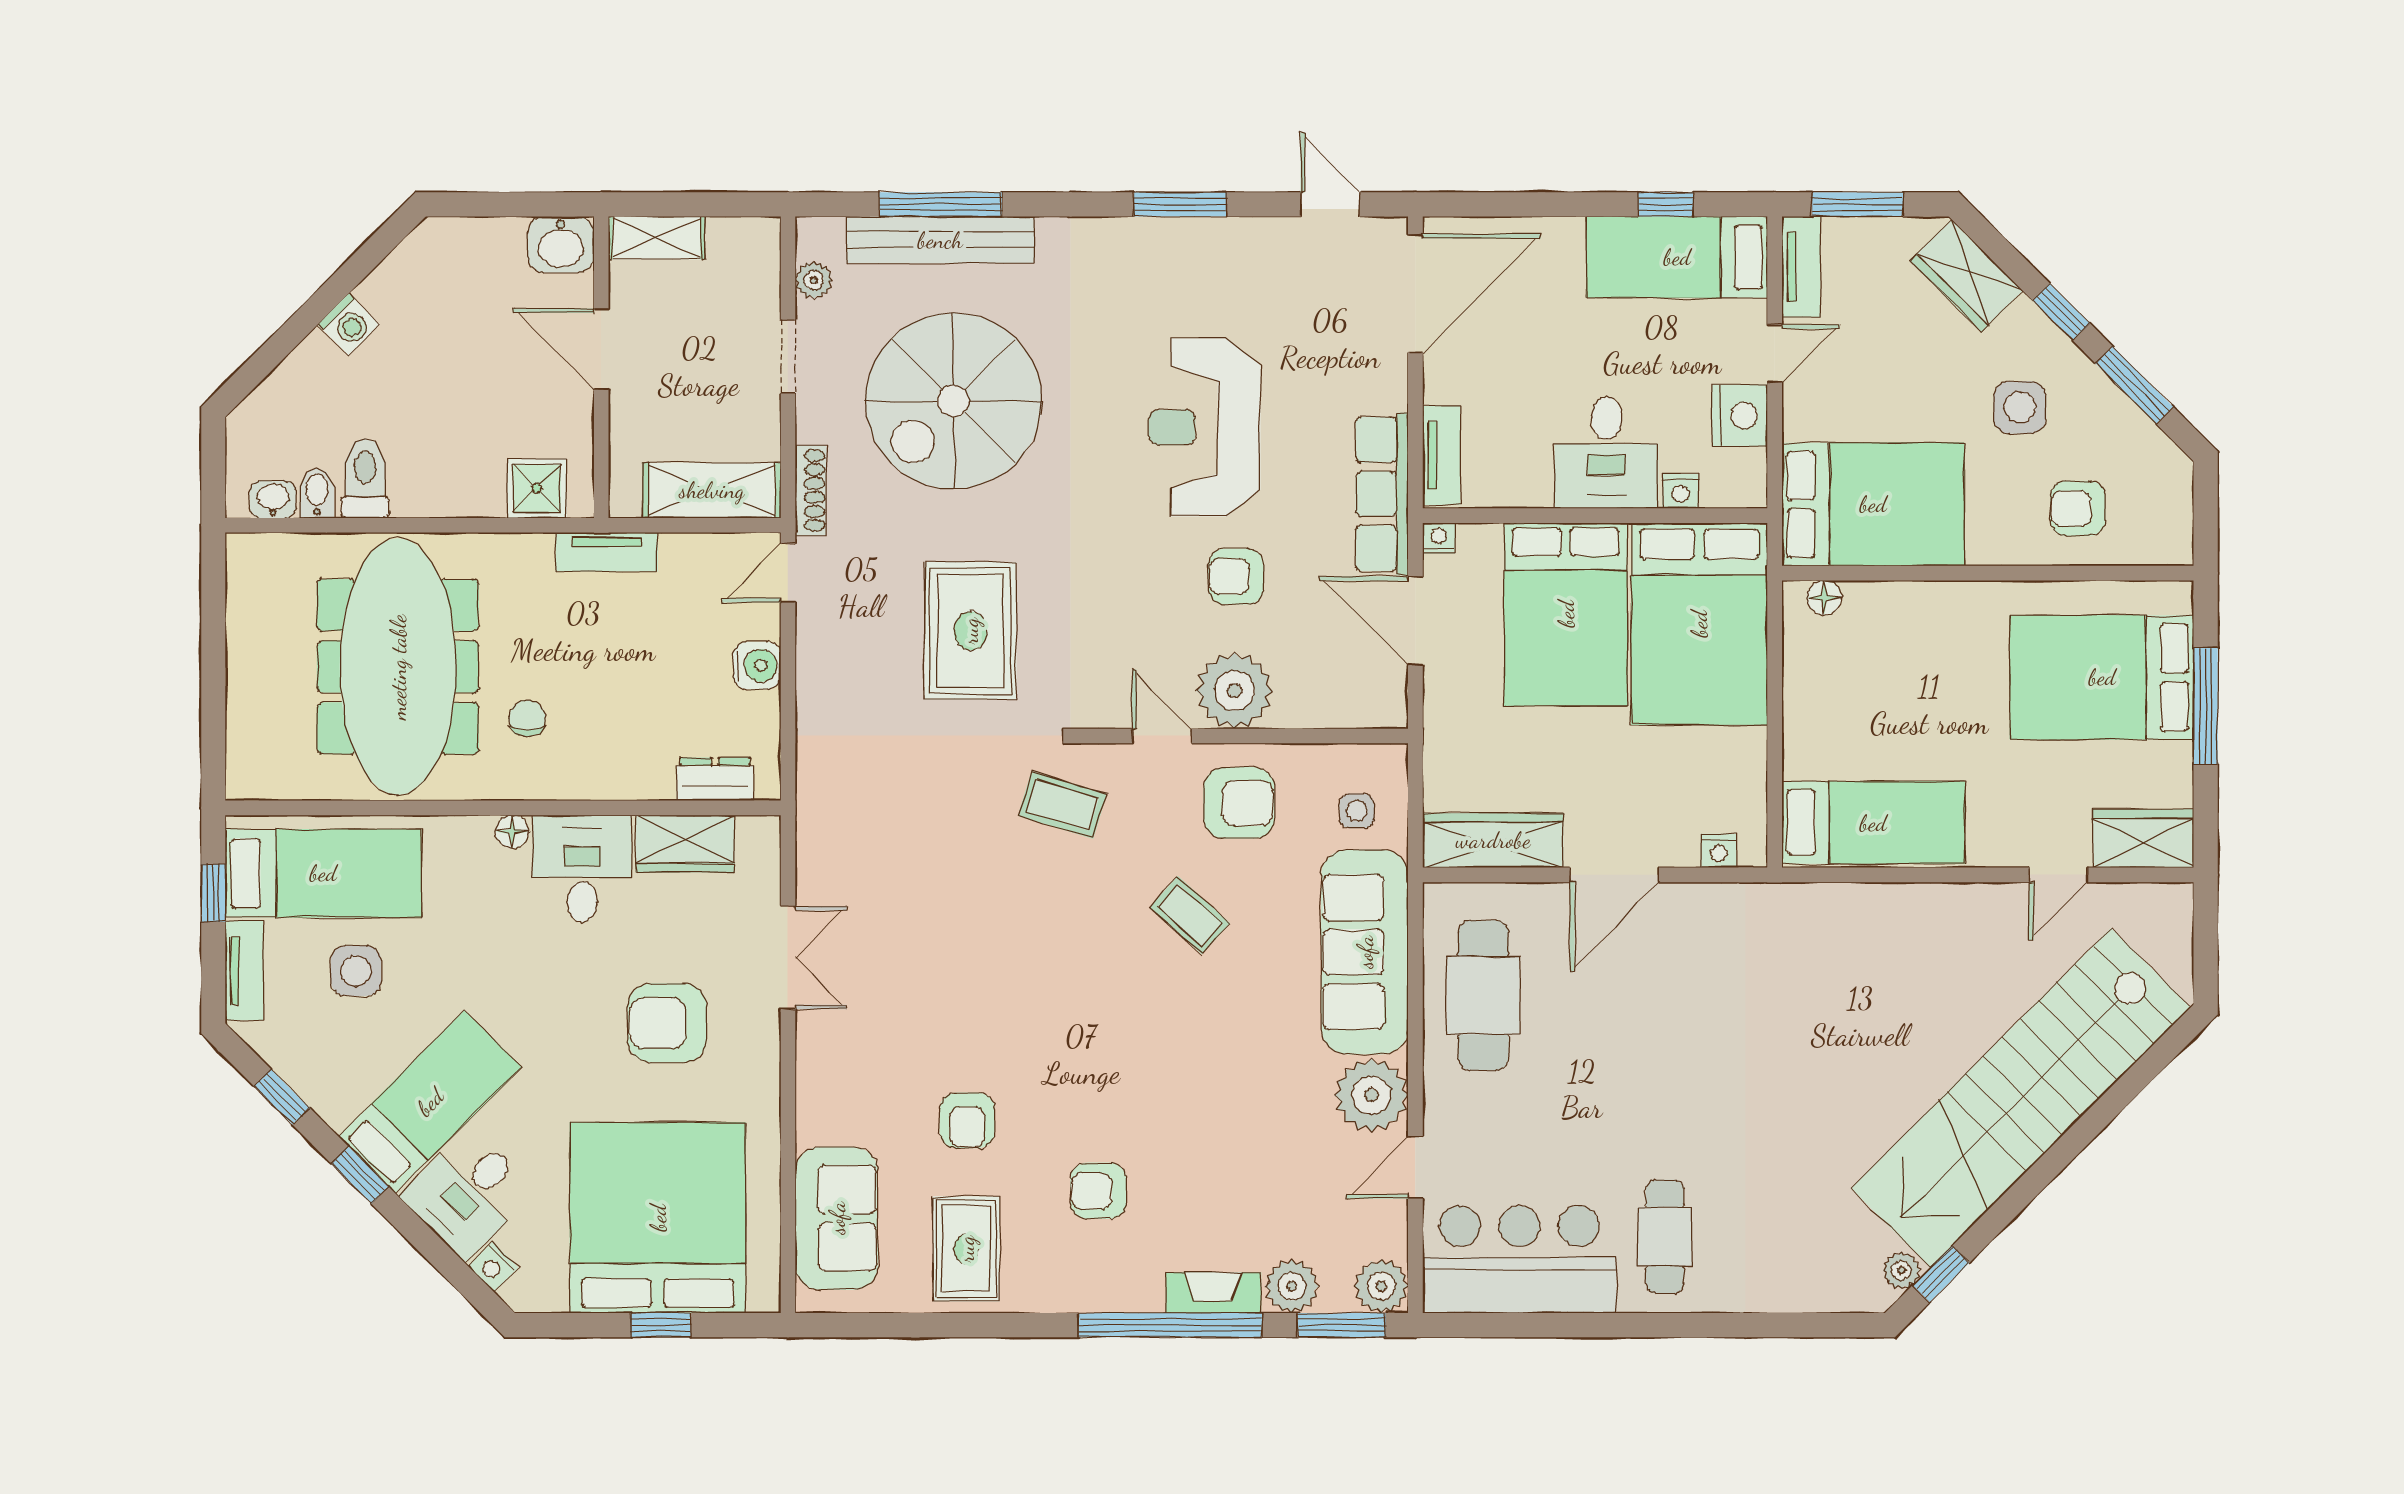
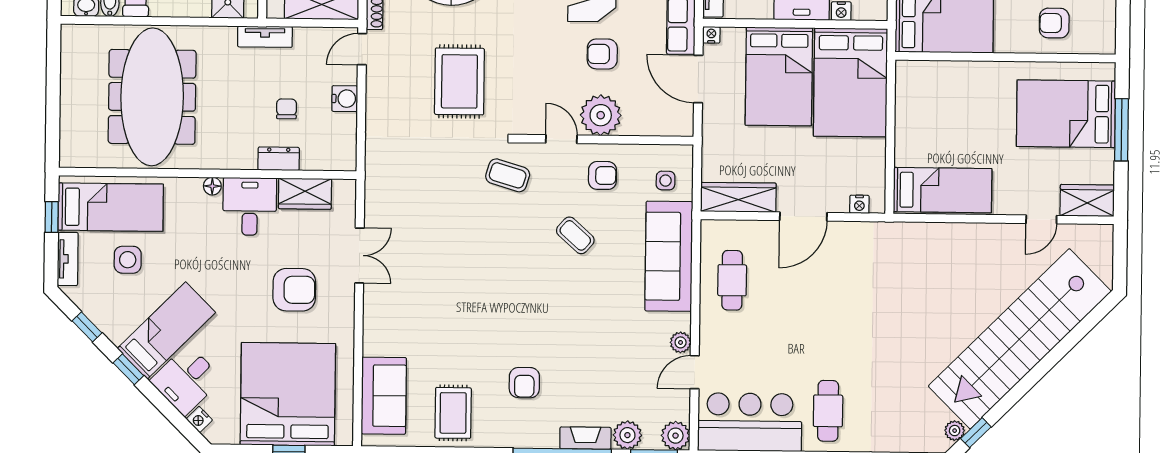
floor lamp: (1824, 598) -> (918, 69), removed
chair: (527, 718) -> (286, 109), moved
dresser: (715, 779) -> (279, 159), moved
armchair: (1239, 803) -> (602, 175), width x0.72, depth x0.72
cafe table: (1483, 995) -> (732, 280), width x0.73, depth x0.74
armchair: (667, 1023) -> (294, 290), turned 180
plant: (1371, 1095) -> (681, 342), width x0.53, depth x0.53
armchair: (967, 1120) -> (455, 344), removed
armchair: (1098, 1191) -> (524, 383), turned -90

